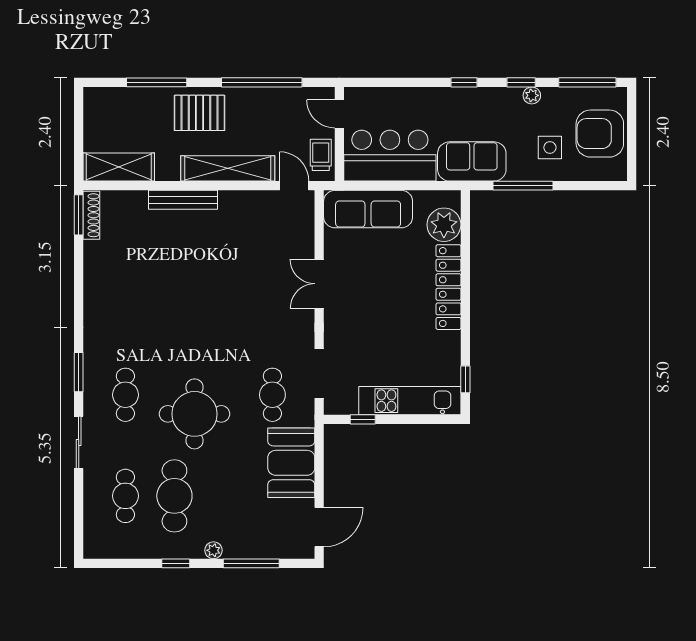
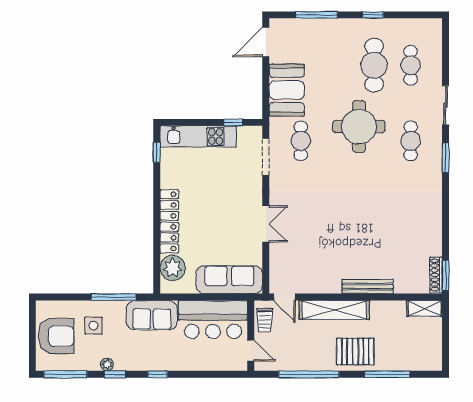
shelving: (119, 167) -> (425, 308), width x0.67, depth x0.75
plant: (213, 550) -> (345, 25), removed

